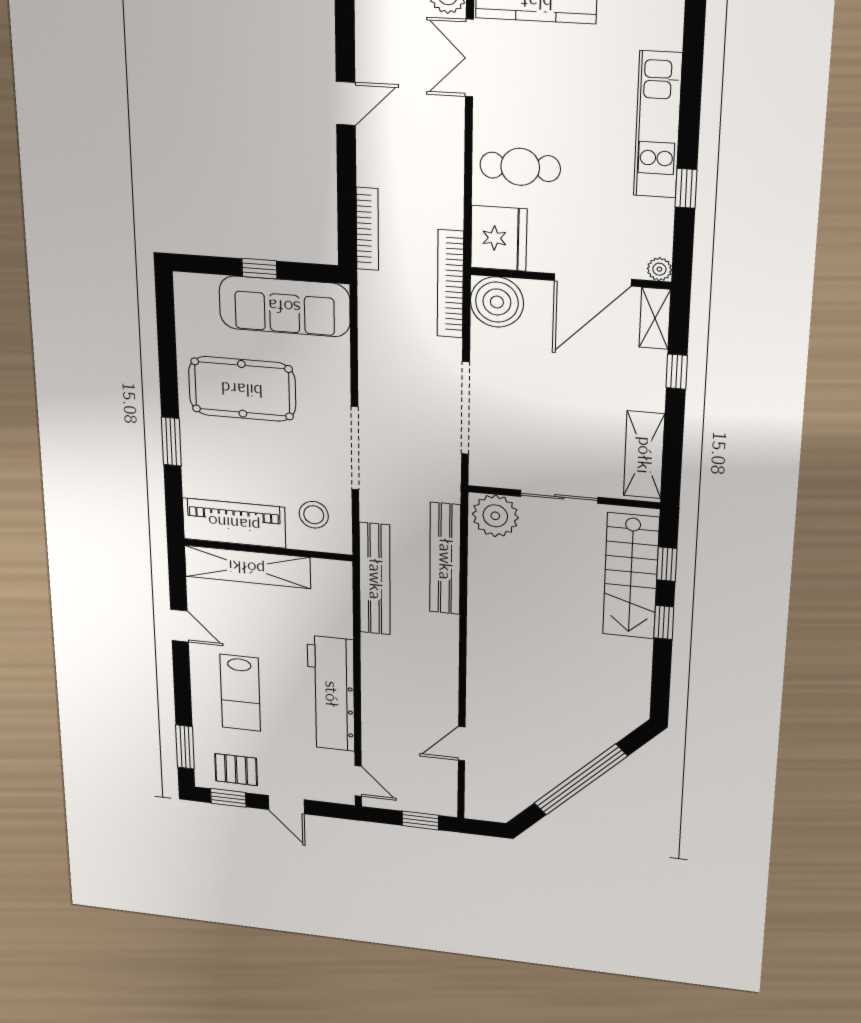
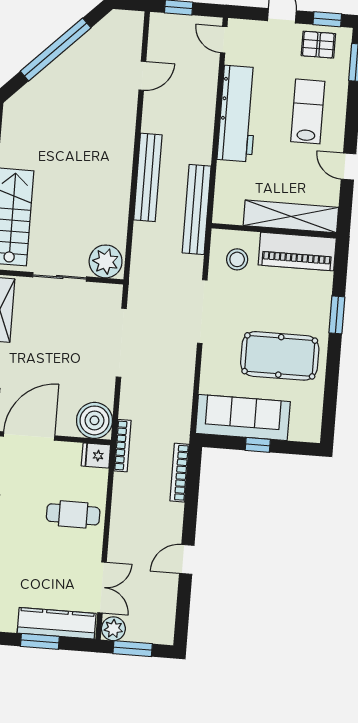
fridge: (499, 238) -> (96, 455), width x0.53, depth x0.75
bookcase: (450, 284) -> (122, 446), width x0.68, depth x0.76
bench: (445, 559) -> (148, 177), moved

